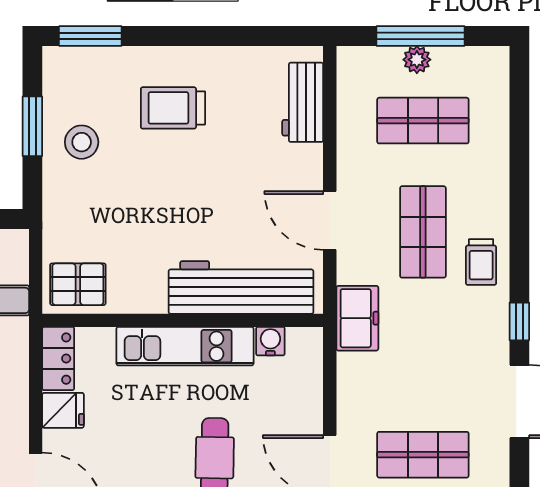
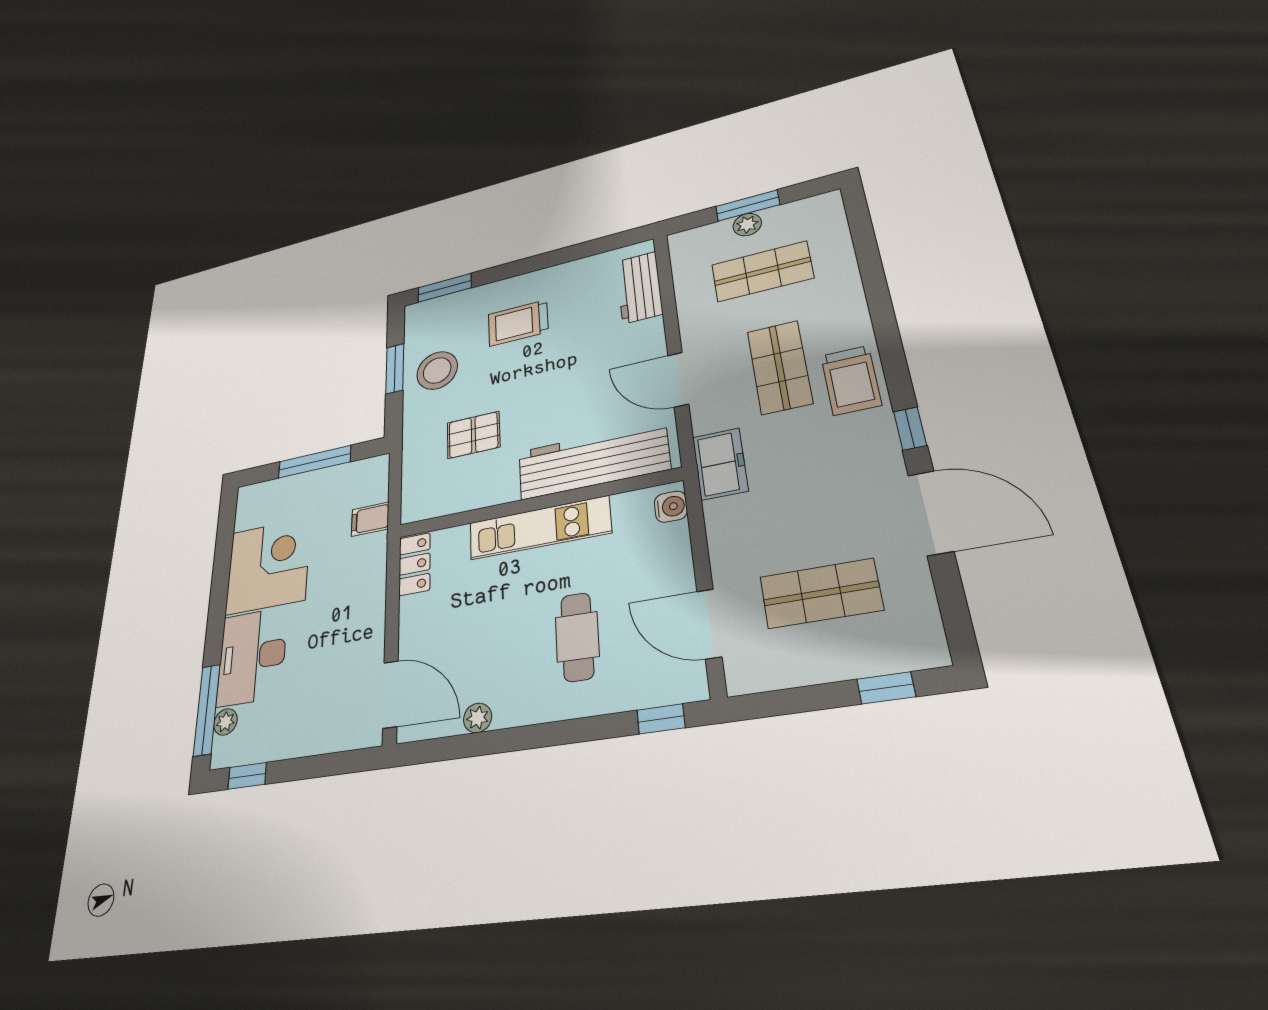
window: (420, 36) -> (748, 206), width x0.69
stool: (82, 142) -> (437, 370), width x1.38, depth x1.38
trolley: (481, 262) -> (851, 380), width x1.36, depth x1.39
pallet: (78, 284) -> (473, 435), moved
water cooler: (270, 341) -> (671, 507), moved, turned 90
fridge: (63, 410) -> (419, 614), removed

